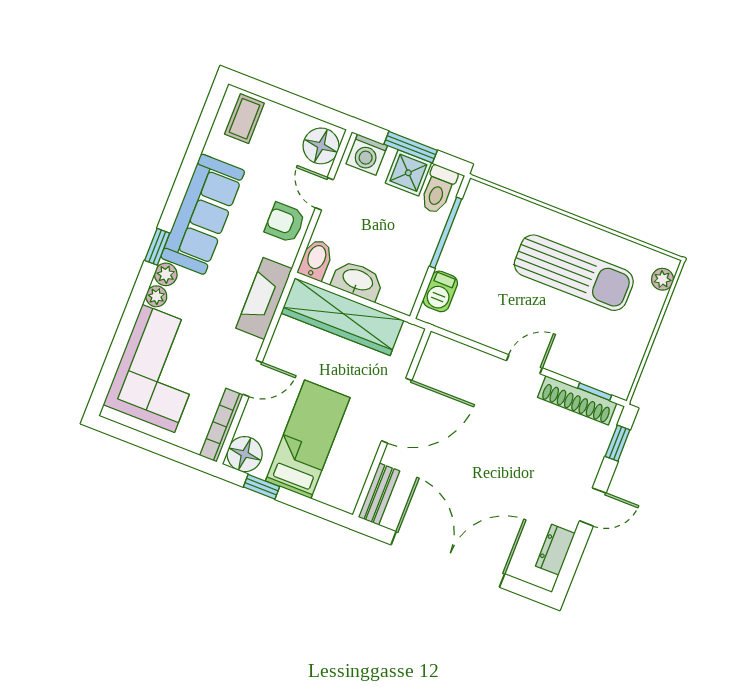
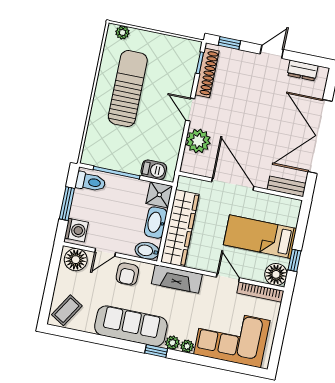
coffee table: (244, 119) -> (67, 310), turned -58
shower: (408, 173) -> (159, 195), moved
plant: (473, 368) -> (198, 141), added
door: (593, 507) -> (272, 52), hinge flipped

